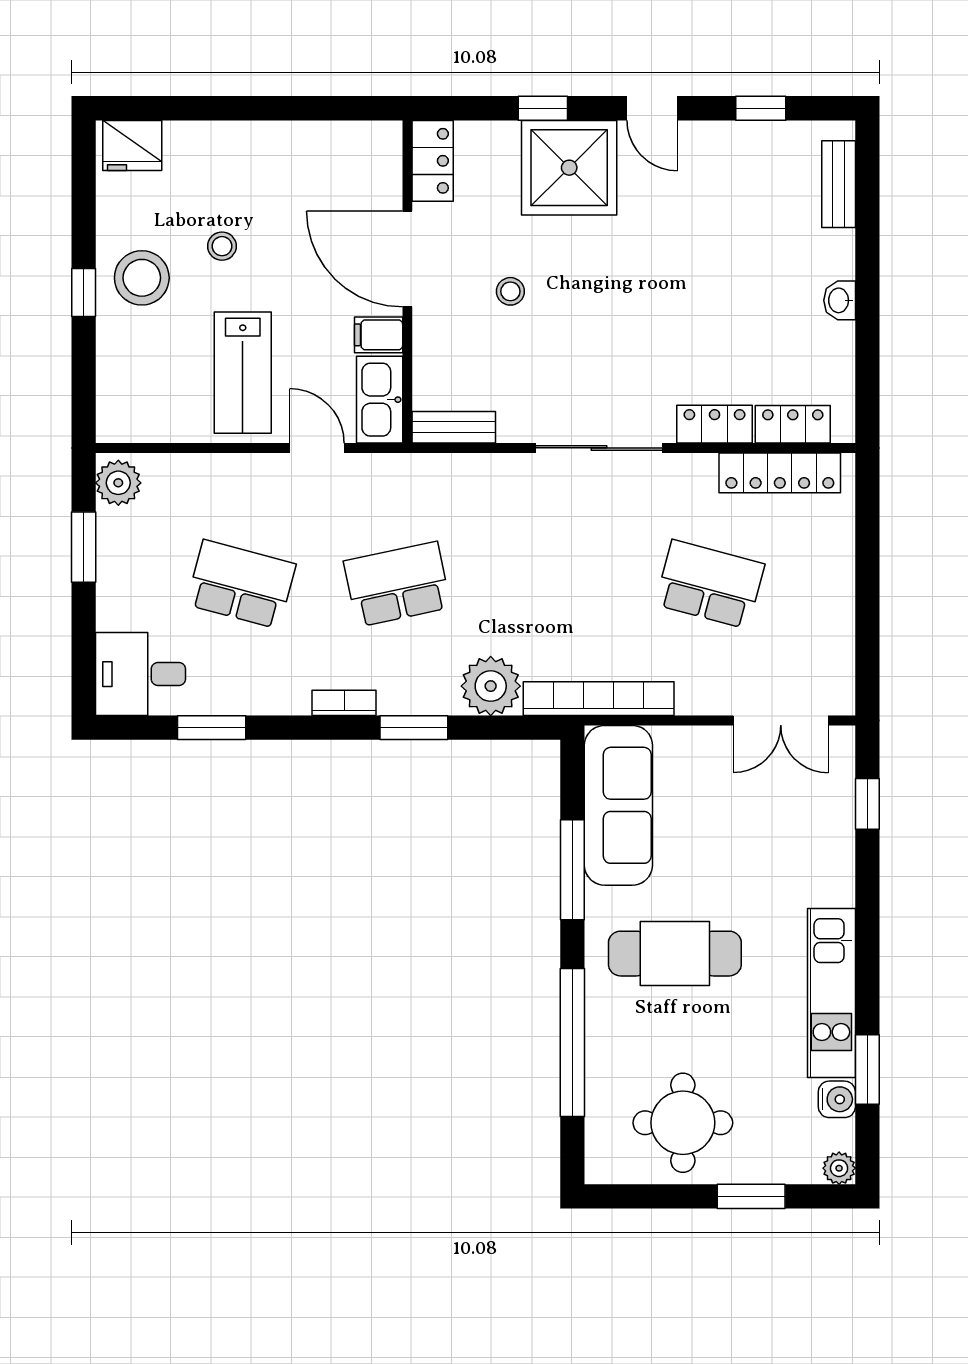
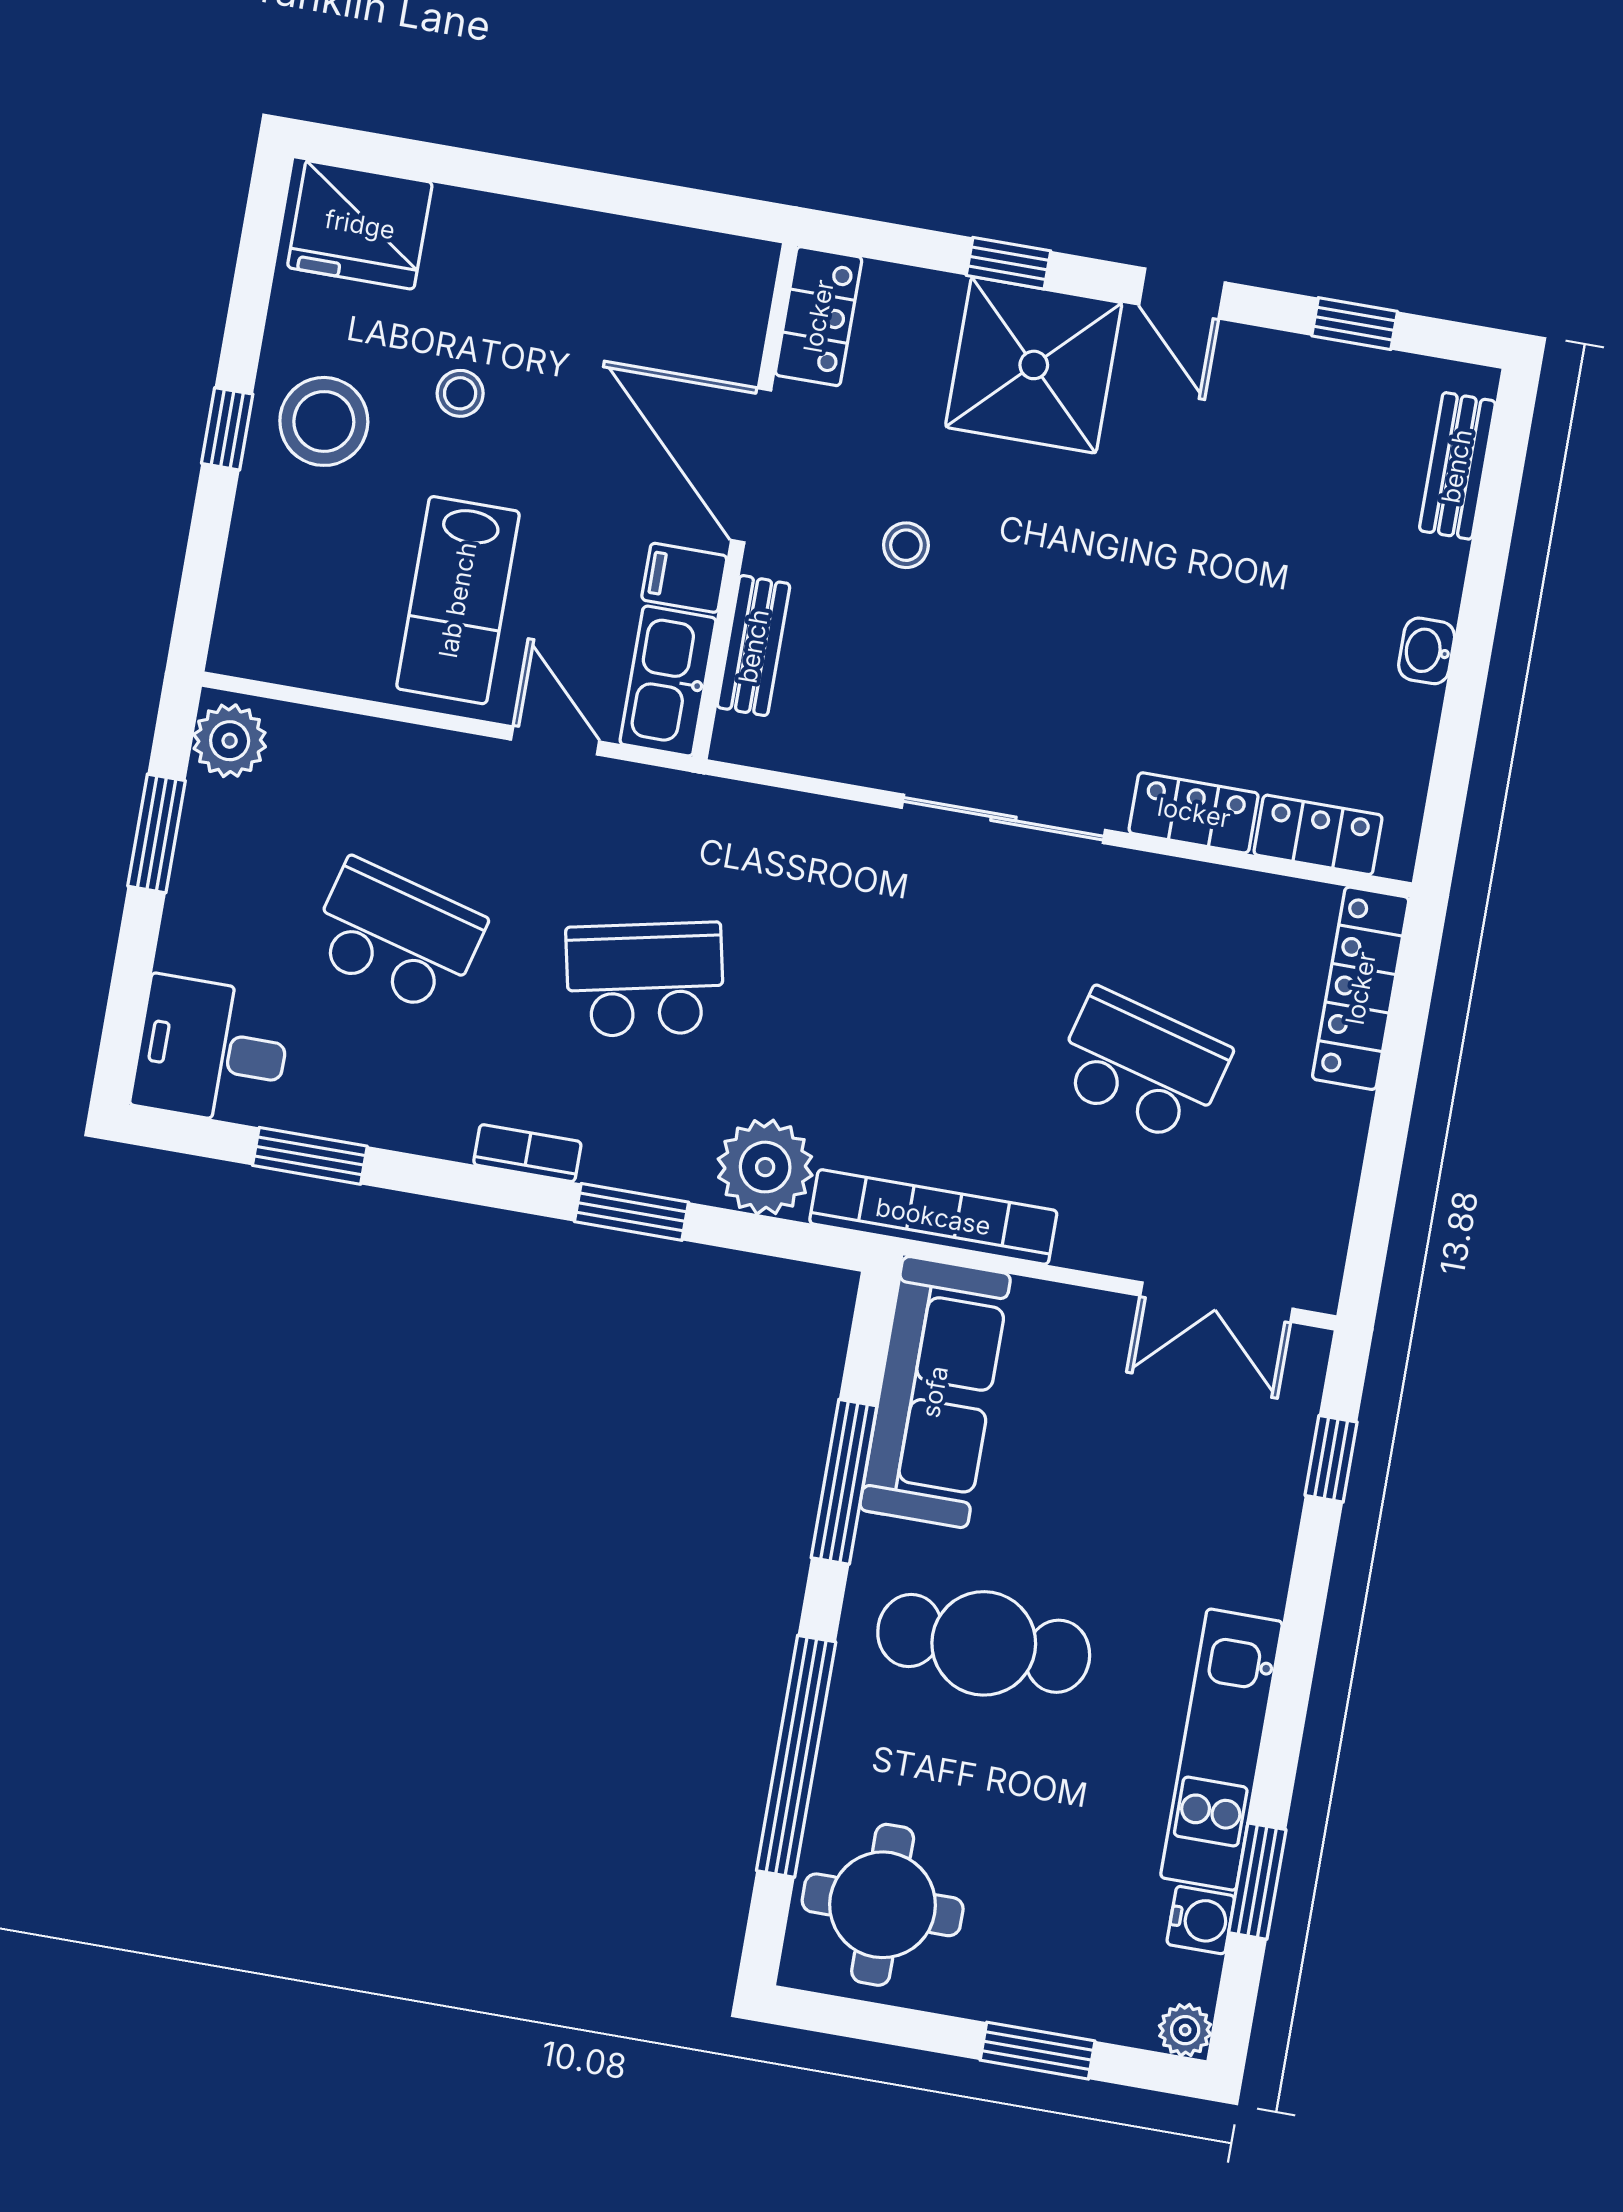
fridge: (132, 145) -> (360, 225), width x1.36, depth x1.34
bench: (454, 427) -> (754, 646), moved, turned 90
locker: (780, 473) -> (1361, 988), moved, turned 90
round table: (683, 1123) -> (883, 1905), moved

